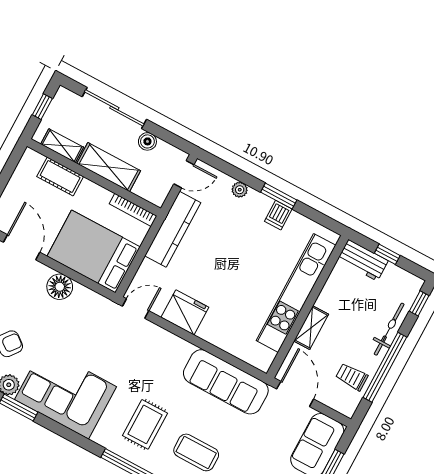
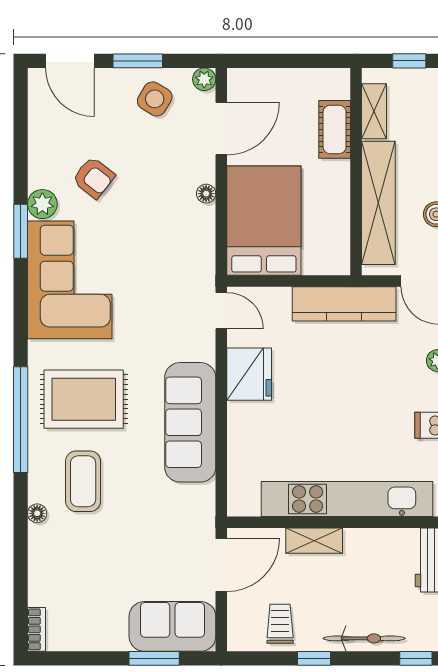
shelving: (109, 167) -> (378, 203), width x1.47
bookcase: (133, 210) -> (342, 242), removed
floor lamp: (60, 287) -> (206, 194), width x0.53, depth x0.53
window: (385, 367) -> (314, 658), width x0.32
sofa: (226, 382) -> (190, 422), moved
rug: (145, 424) -> (84, 399), width x1.36, depth x1.43

